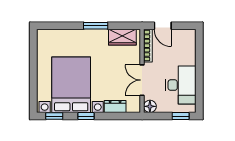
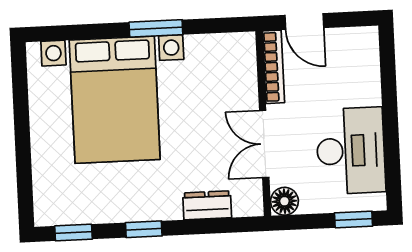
wardrobe: (122, 37) -> (216, 51), removed
bed with nightstands: (71, 85) -> (115, 100), moved, turned 180

